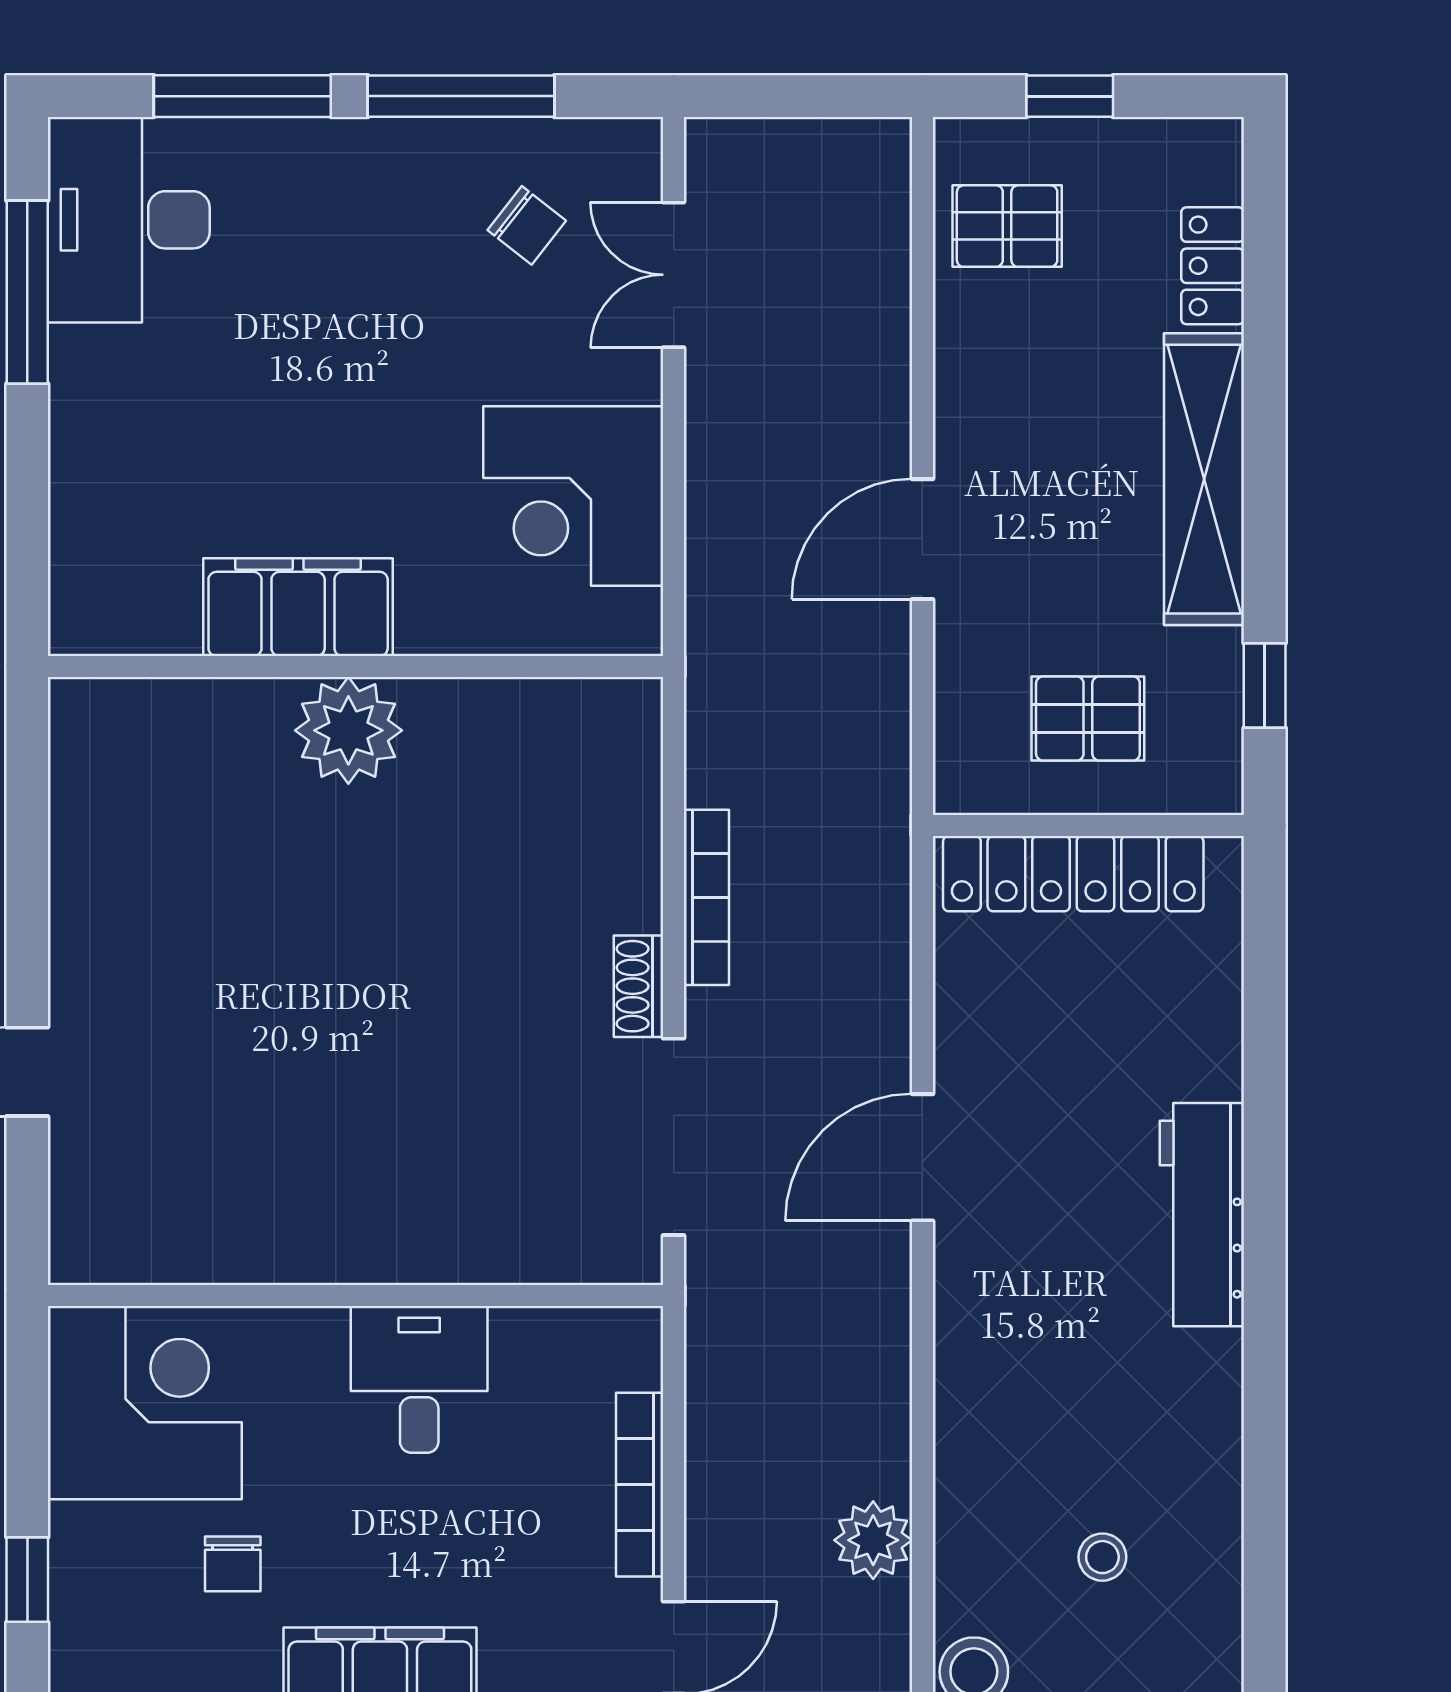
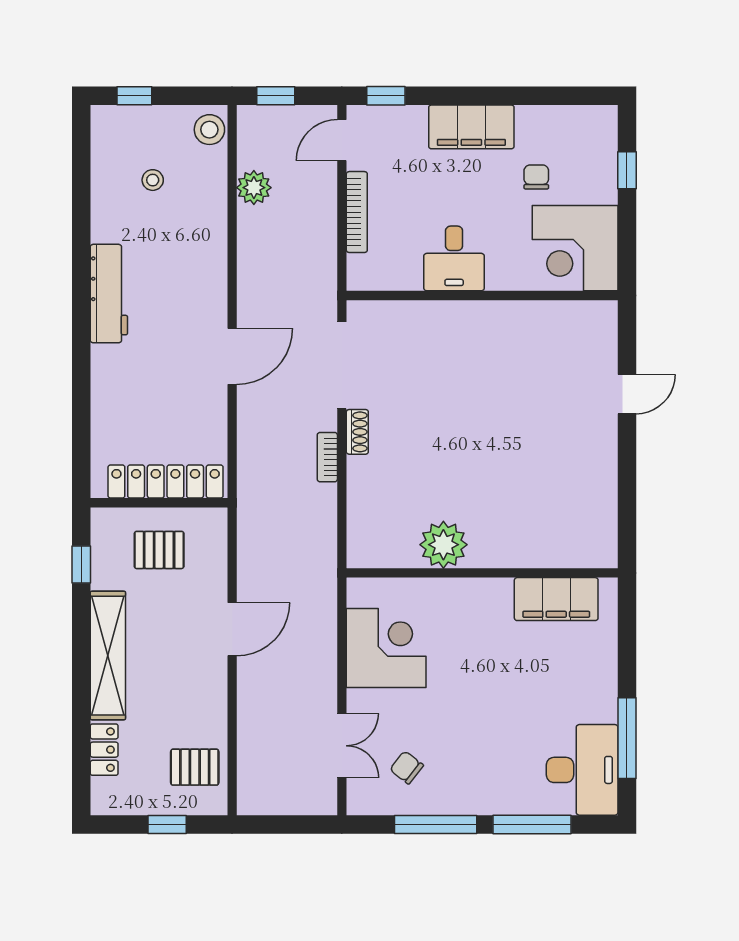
filing cabinet: (298, 607) -> (556, 599), moved
plant: (348, 730) -> (443, 545), moved
bookcase: (706, 897) -> (327, 457), width x0.64
workbench: (1202, 1215) -> (109, 294), moved

